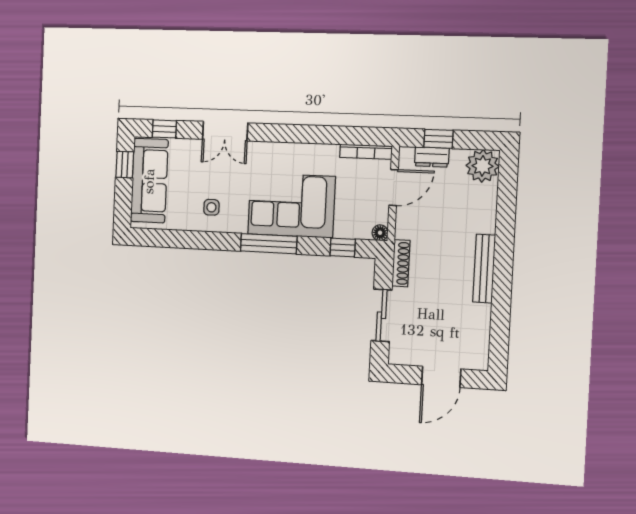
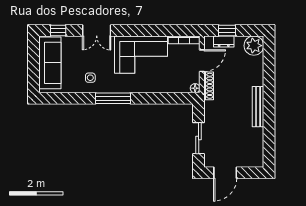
window: (125, 165) -> (34, 54), removed
corner sofa: (291, 205) -> (141, 55), moved, turned 180
window: (269, 244) -> (113, 98), moved
window: (343, 247) -> (173, 98), removed
shoe rack: (401, 263) -> (209, 86), moved
door: (441, 377) -> (225, 173), moved

